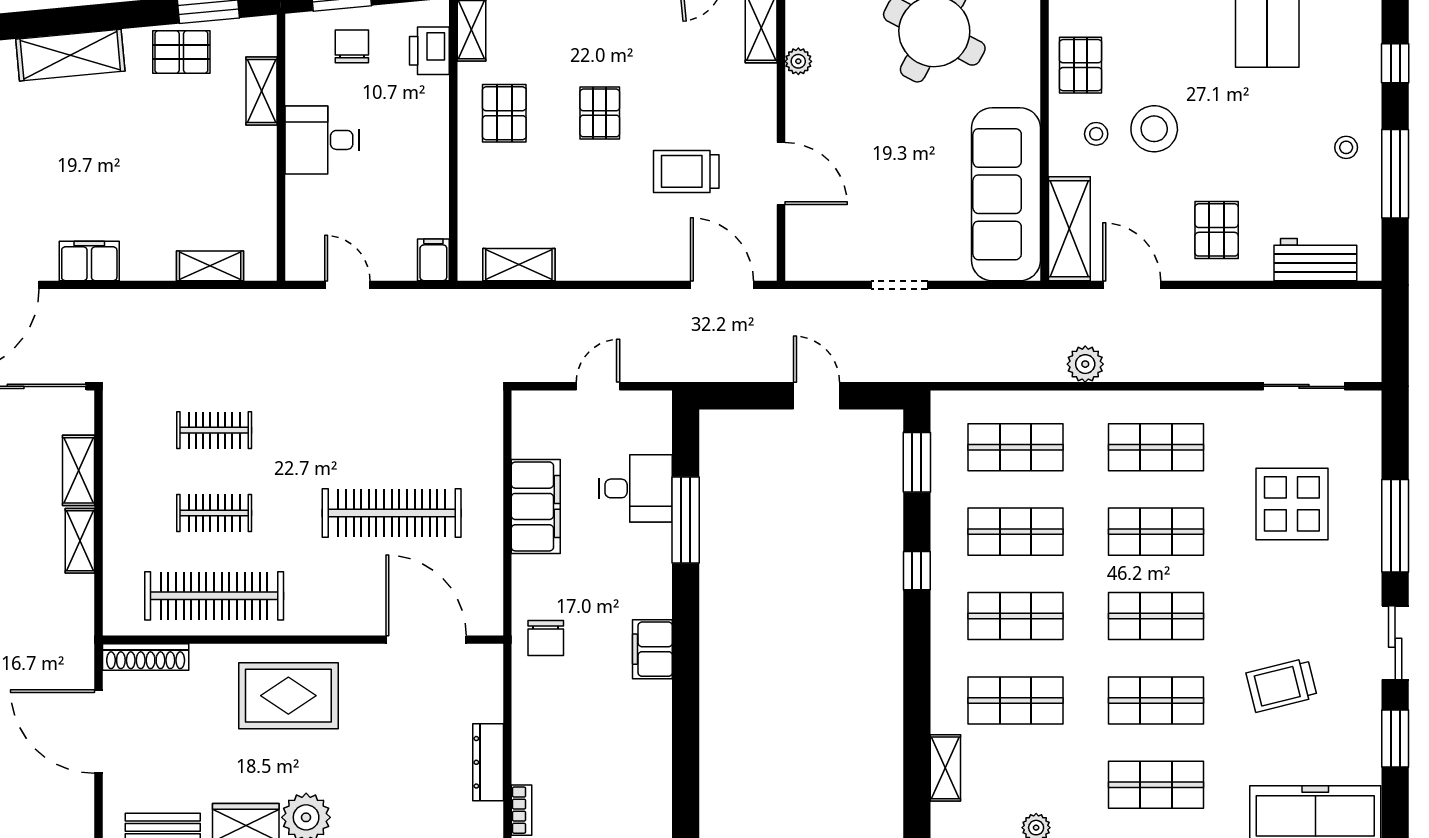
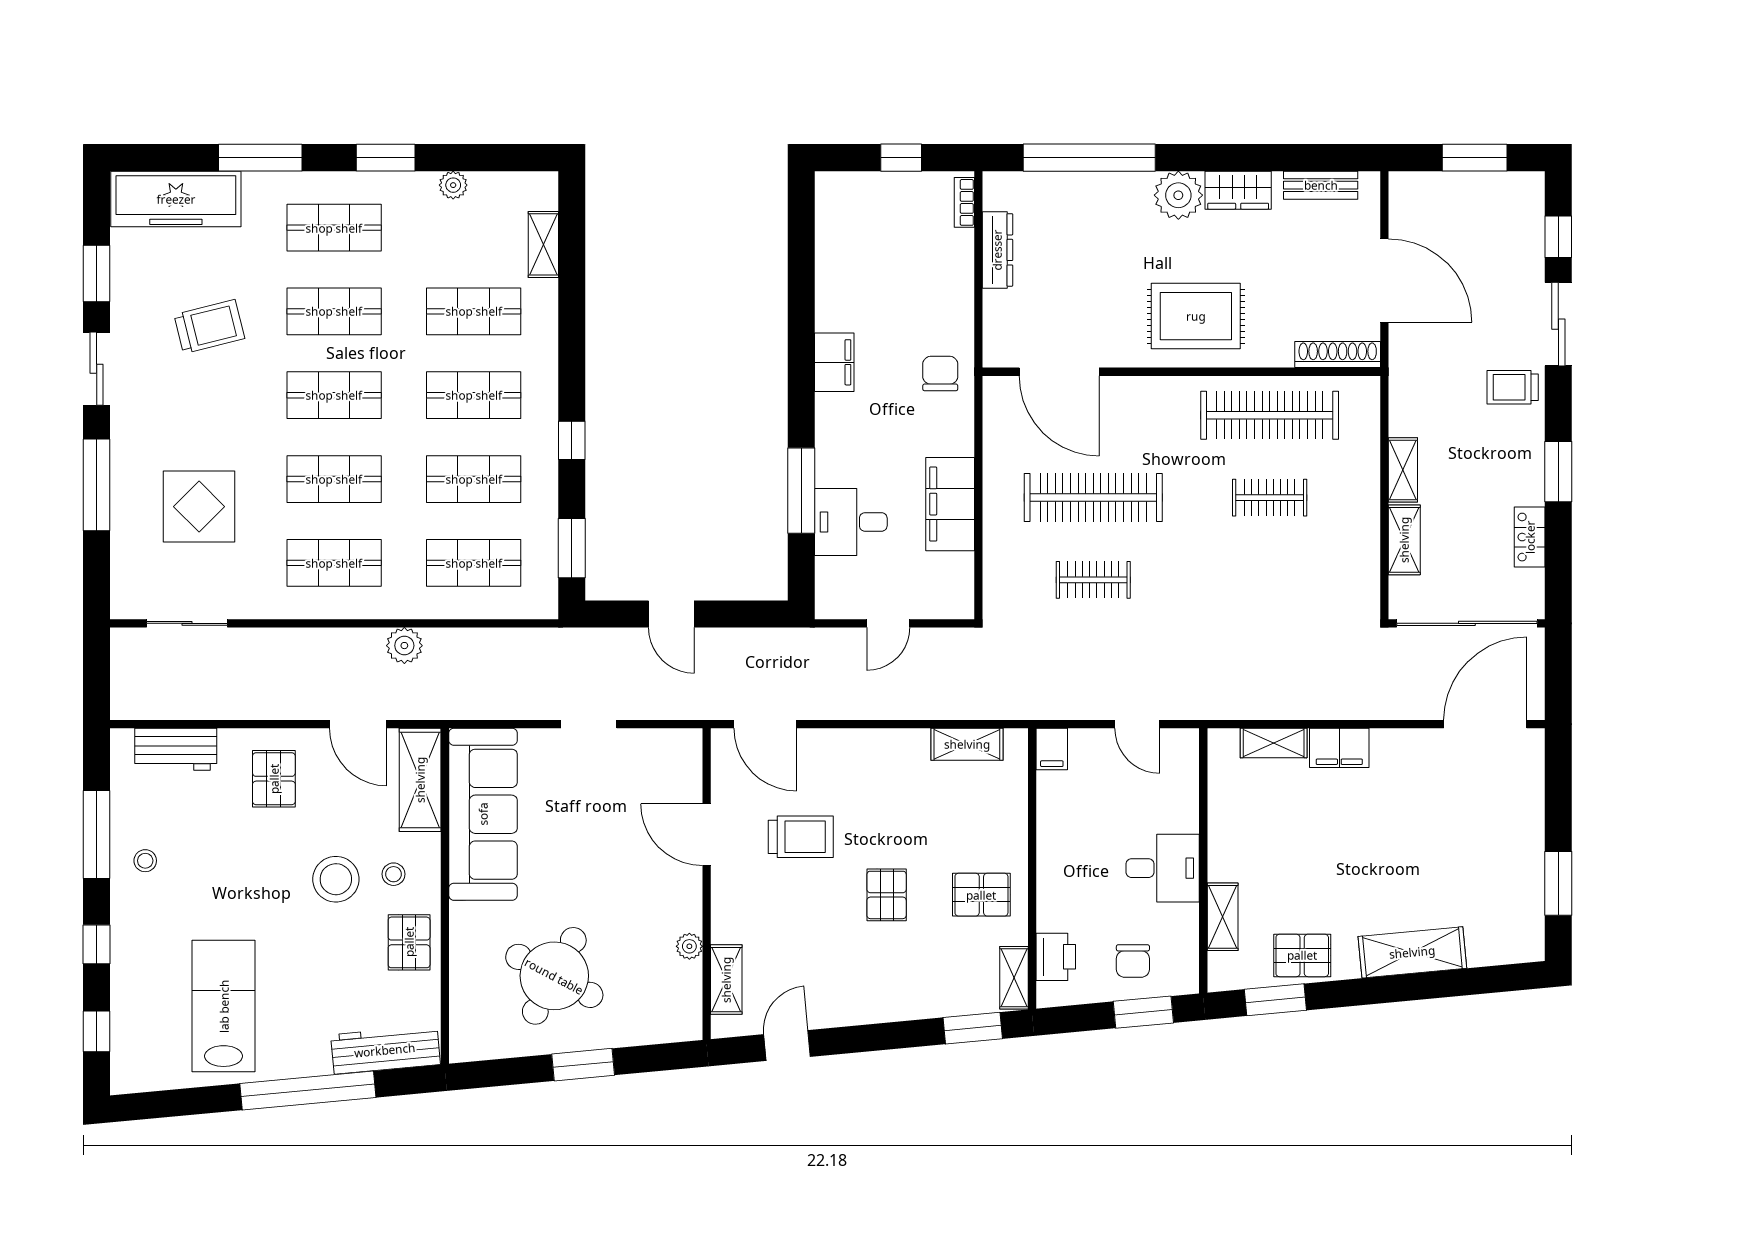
pallet: (504, 113) -> (981, 895), turned 90
filing cabinet: (89, 261) -> (1339, 748), moved
clothes rail: (214, 430) -> (1093, 580), moved

